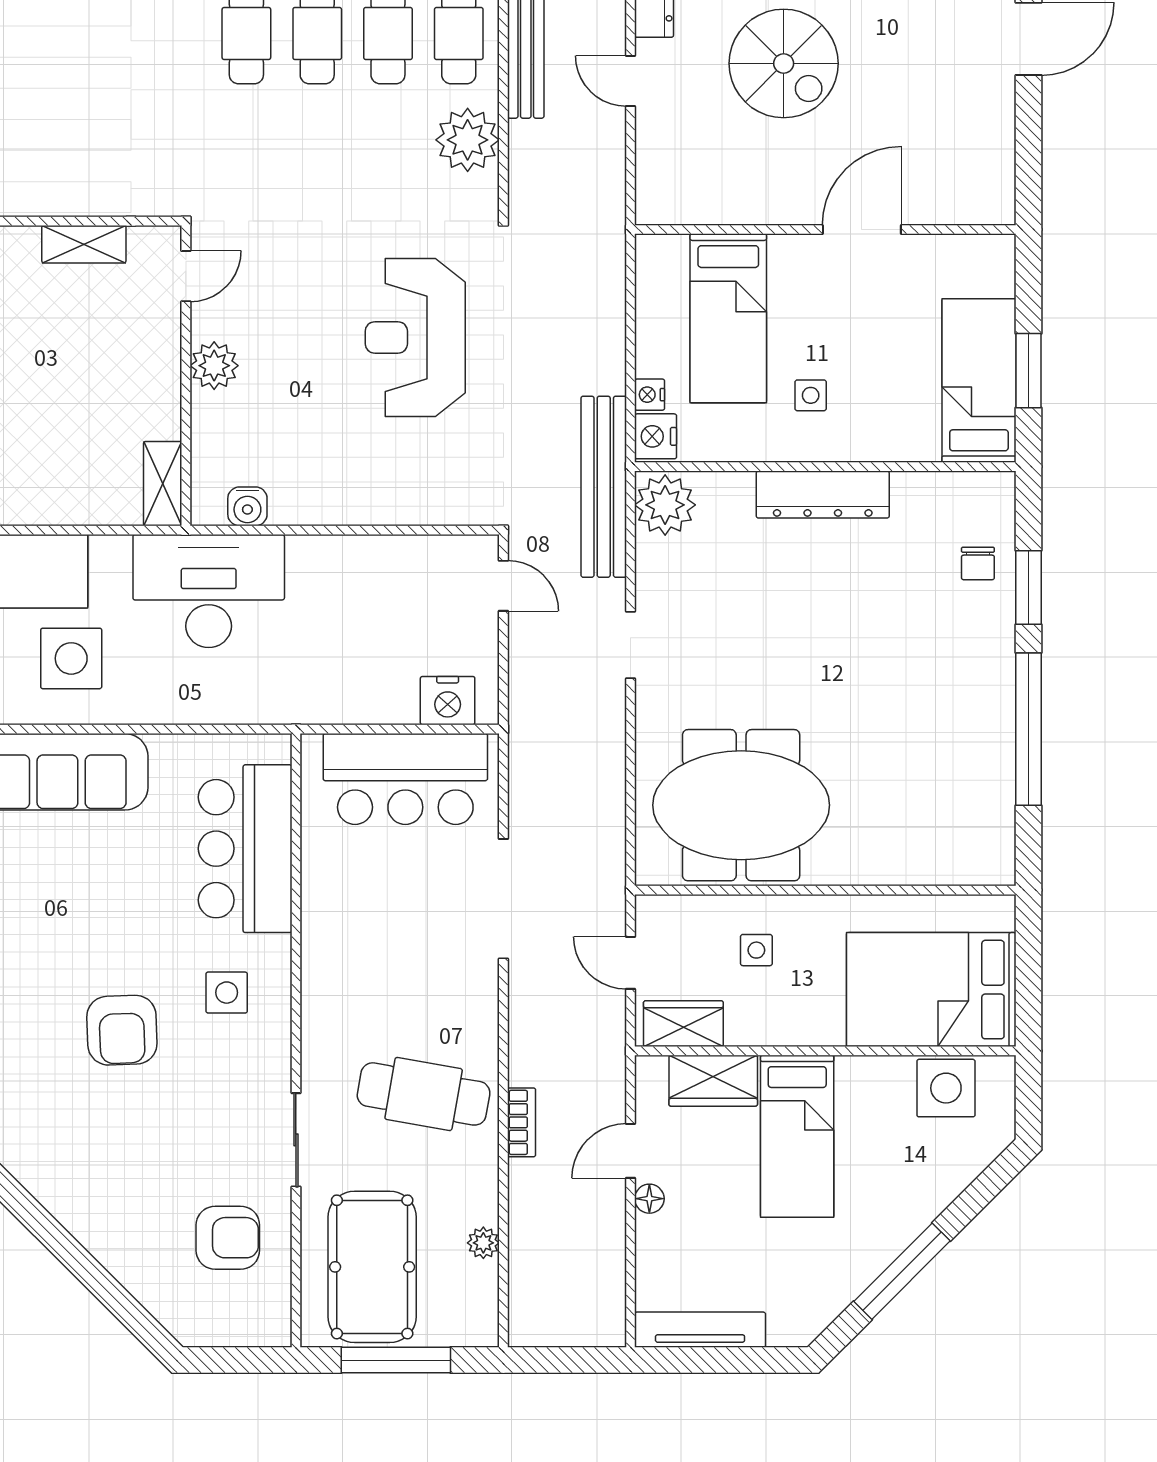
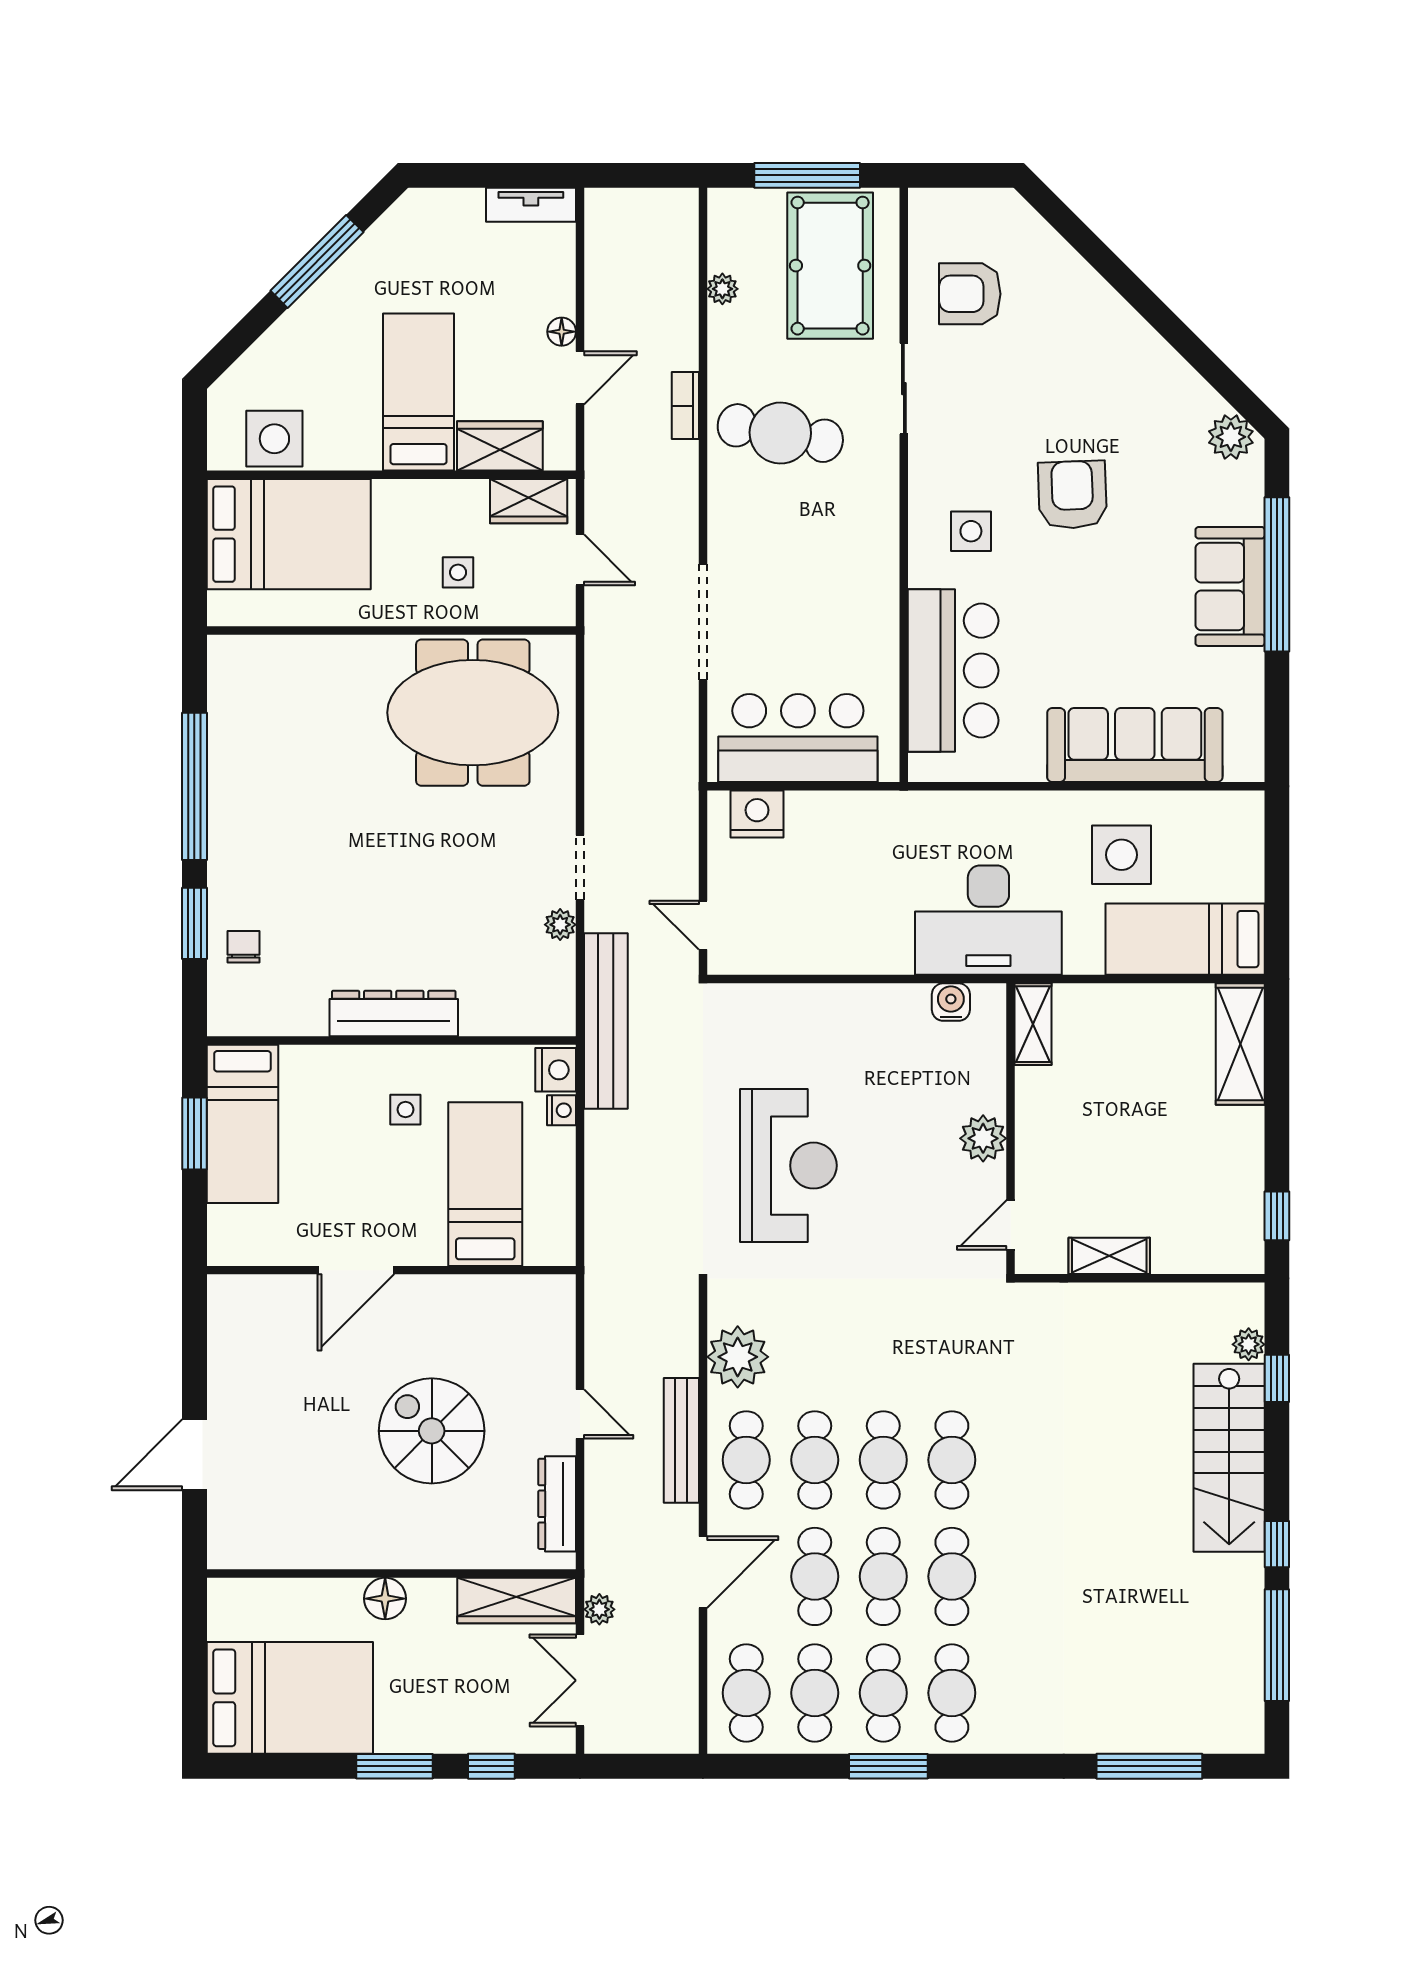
plant: (665, 505) -> (560, 925), moved, width x0.53, depth x0.53
tv unit: (700, 1330) -> (531, 205), width x0.71

